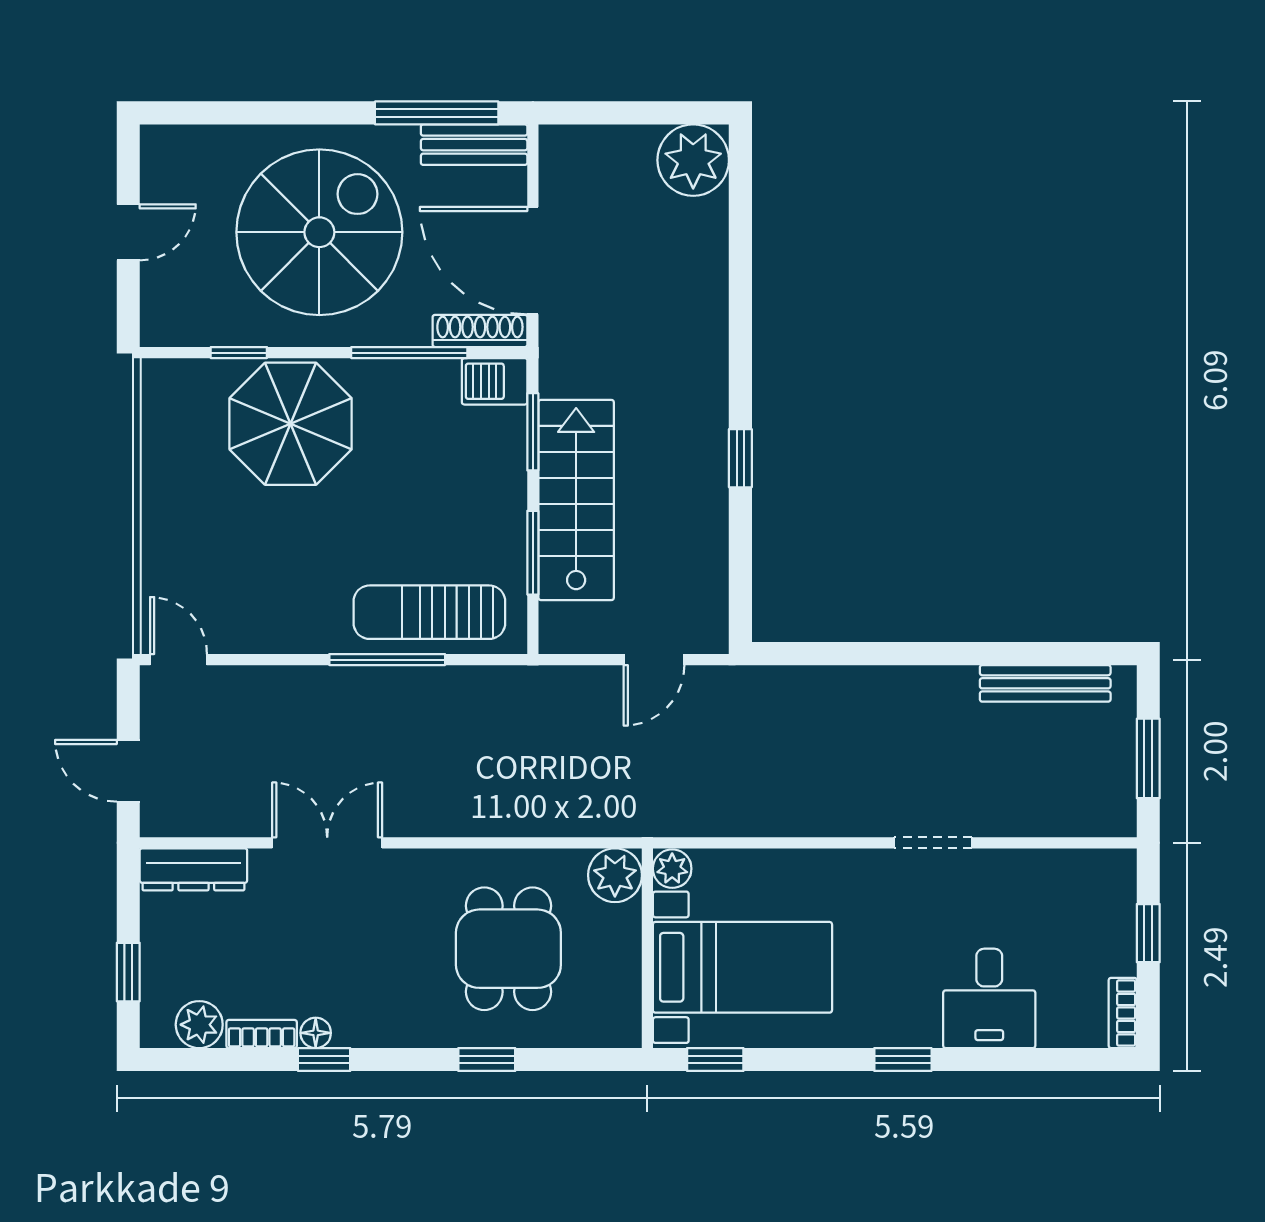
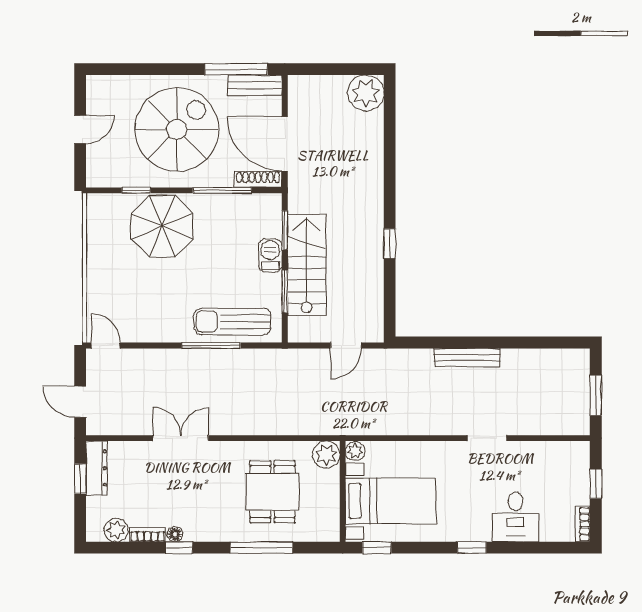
barbecue: (495, 381) -> (270, 256), moved, turned 90
bench: (1045, 683) -> (467, 358), moved
dresser: (193, 869) -> (97, 468), moved, turned -90
window: (128, 972) -> (80, 479), moved
window: (487, 1060) -> (261, 548), width x2.17

